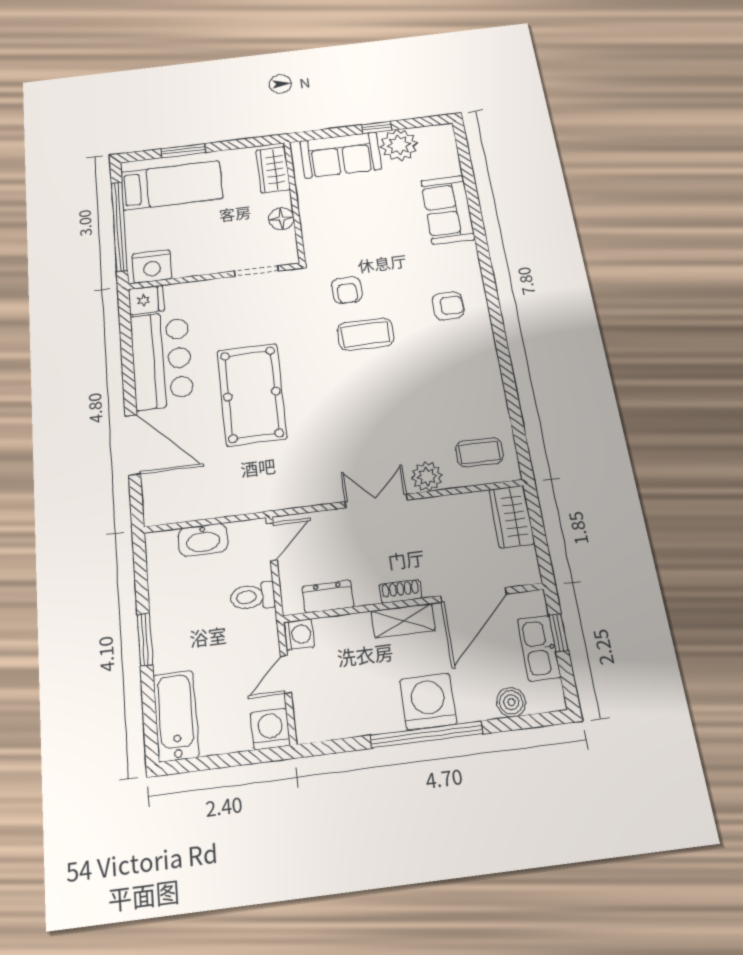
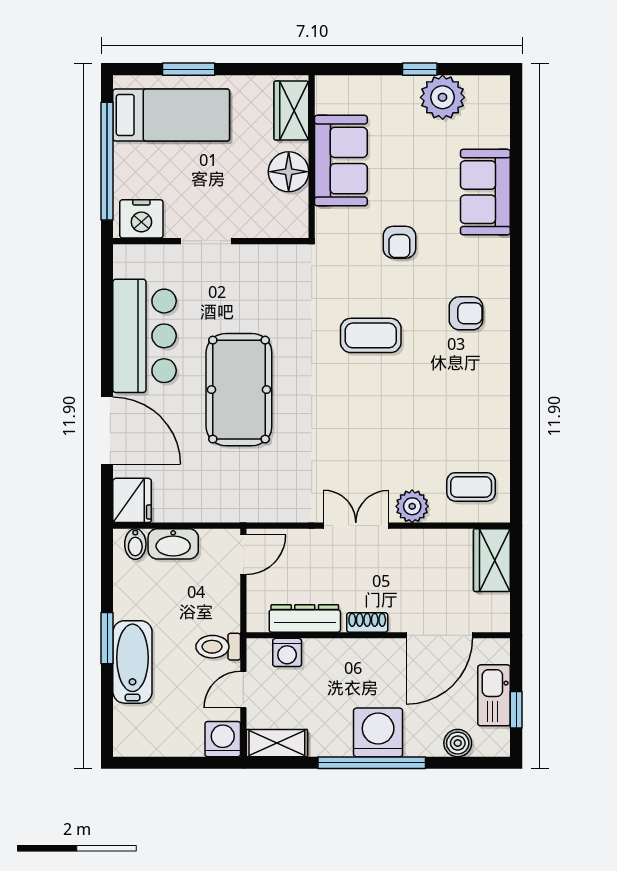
sofa: (341, 155) -> (341, 161), moved, turned -90
floor lamp: (281, 219) -> (289, 172), width x1.38, depth x1.38
doorway: (256, 271) -> (206, 241), moved
armchair: (347, 290) -> (399, 242), moved
fridge: (146, 300) -> (132, 500), moved, width x1.38
bidet: (166, 545) -> (135, 544), added
toilet: (252, 597) -> (218, 647), moved
dresser: (328, 597) -> (305, 618), width x1.44
shelving: (403, 621) -> (277, 743), moved
window: (559, 633) -> (516, 710), moved
washing machine: (299, 634) -> (287, 652), moved, turned 90
bathtub: (176, 716) -> (132, 662), moved

